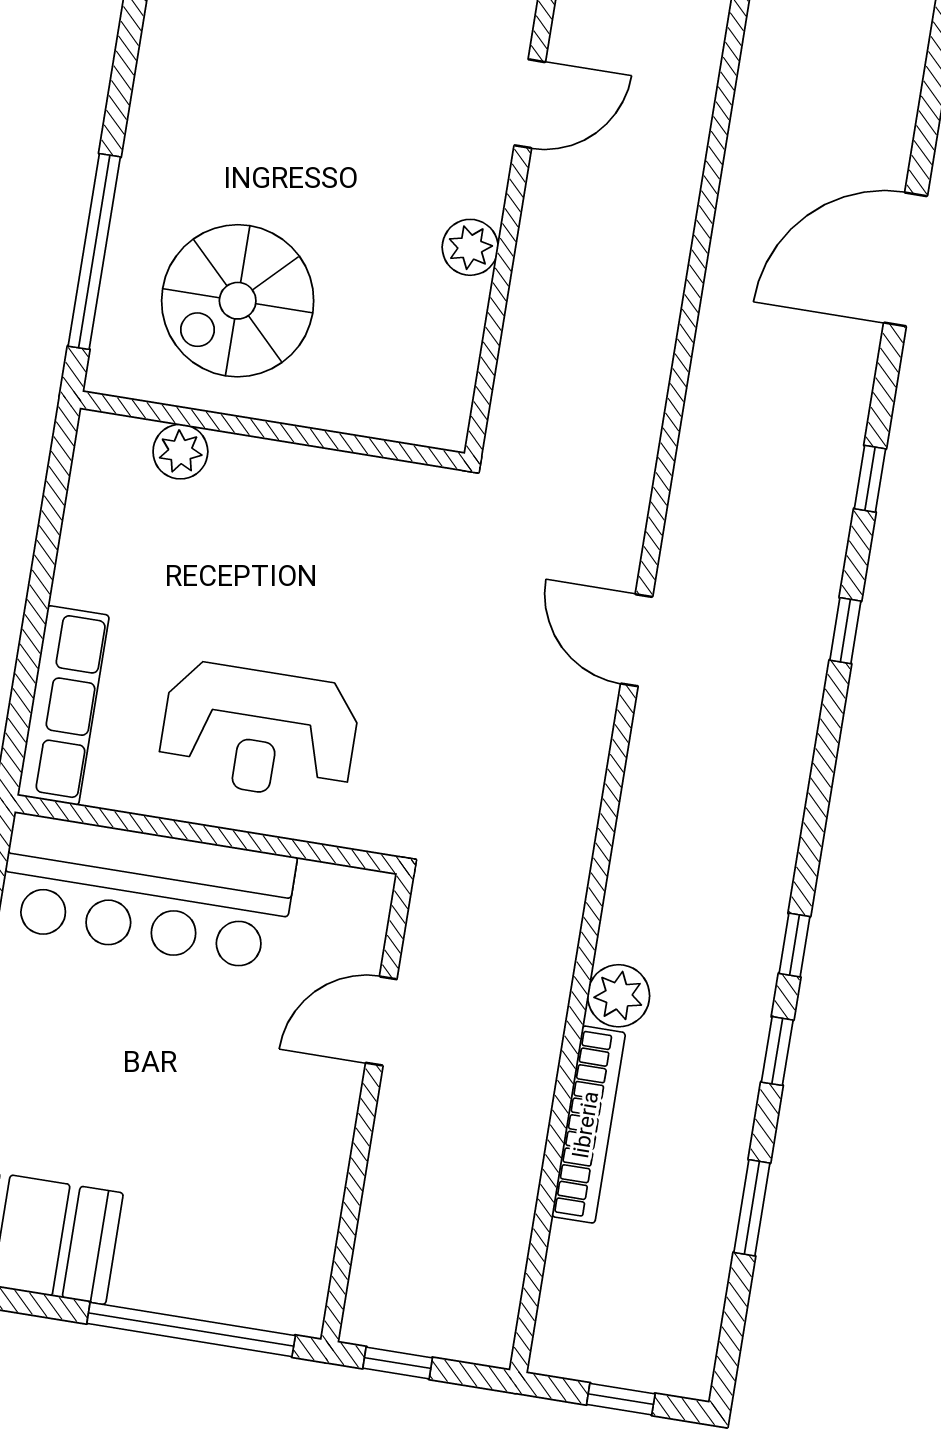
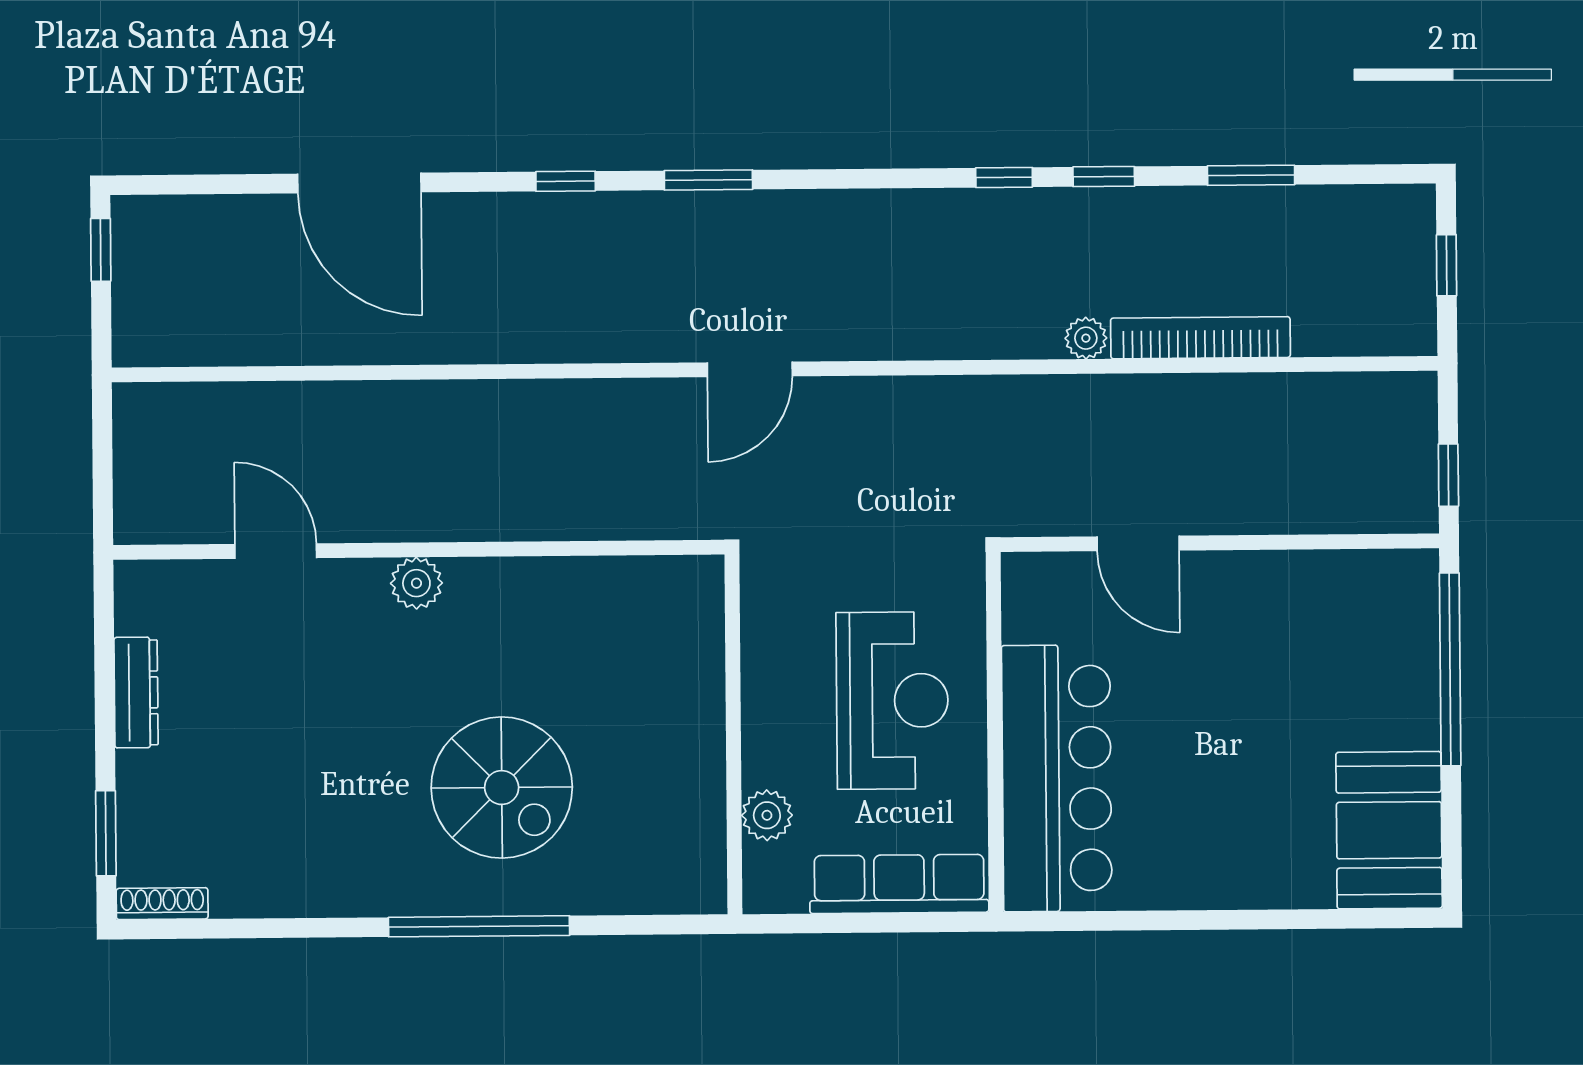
wall: (272, 431) -> (733, 734), moved
plant: (180, 452) -> (767, 815), moved
window: (845, 631) -> (708, 180), width x1.50
plant: (619, 996) -> (1086, 338), width x0.73, depth x0.73

